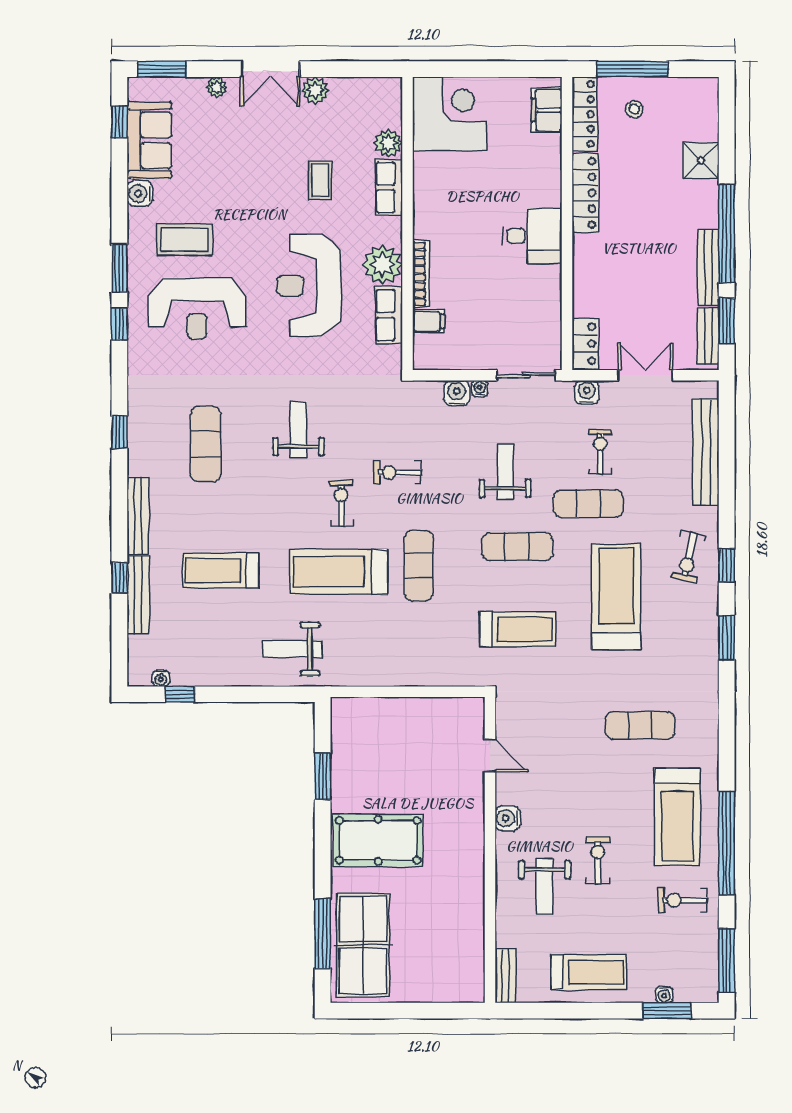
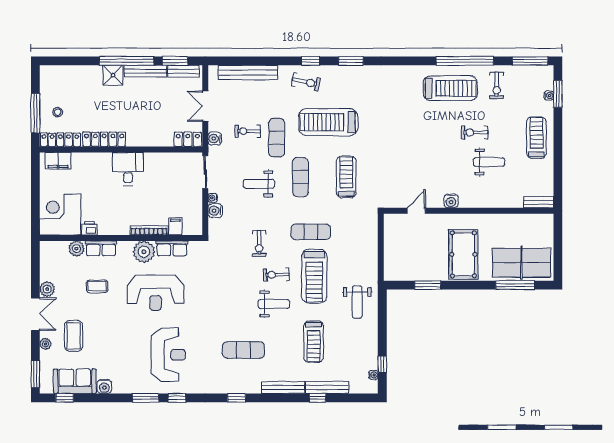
shower: (701, 160) -> (113, 75), moved
printer: (425, 167) -> (90, 228), added
coffee table: (185, 240) -> (74, 336), moved
weight bench: (299, 430) -> (274, 304), moved, turned 180
exercise mat: (640, 725) -> (399, 109), removed
door: (490, 755) -> (416, 211), moved
water cooler: (508, 818) -> (451, 201), moved
wall: (490, 850) -> (469, 211), moved
bench: (505, 976) -> (539, 202), moved

